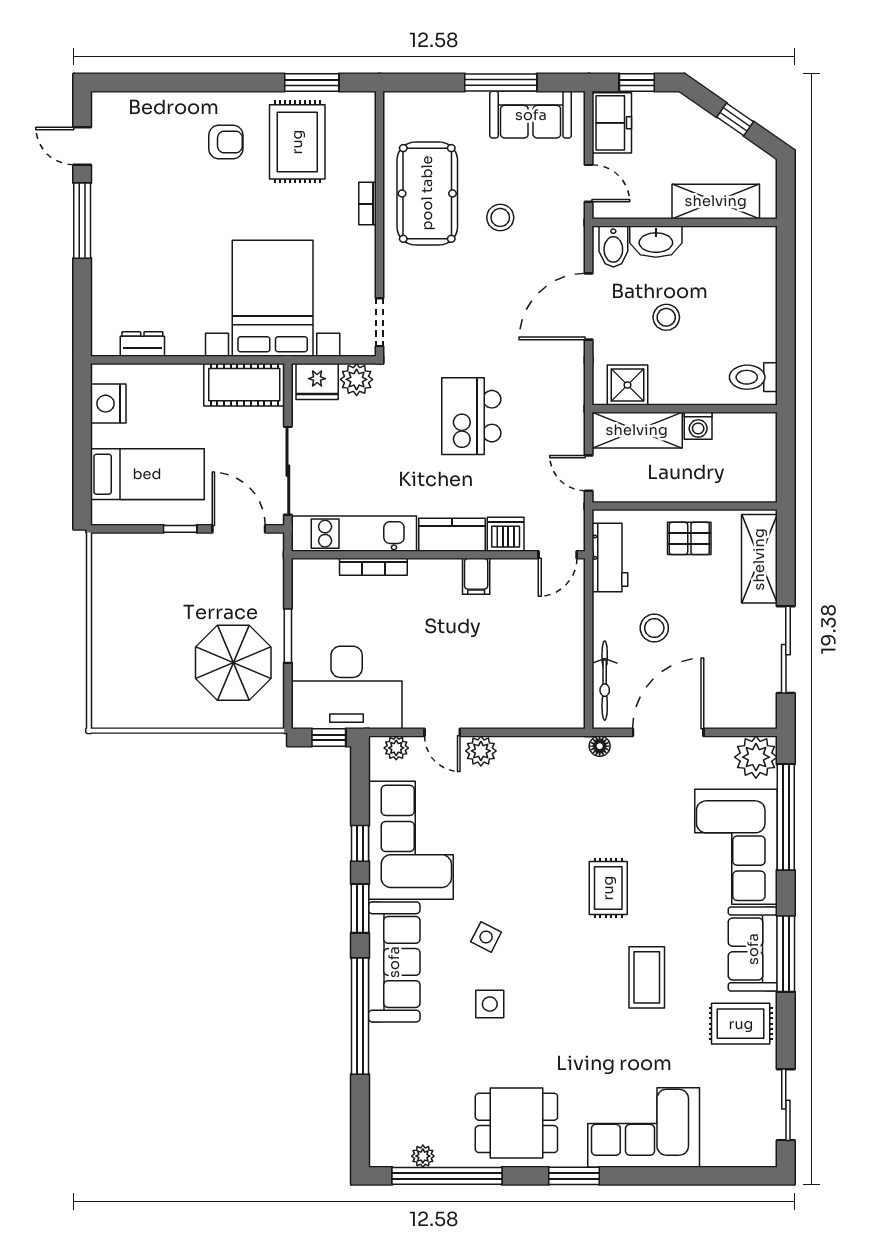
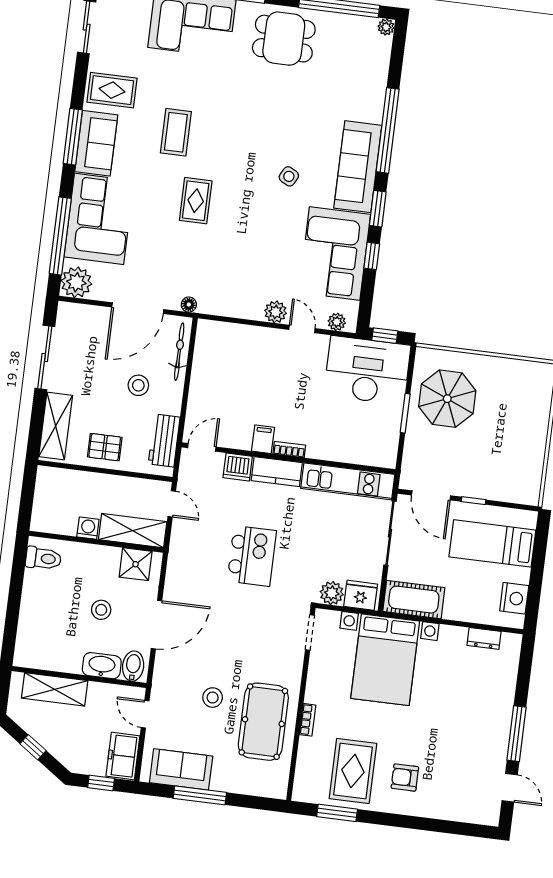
bookcase: (373, 567) -> (289, 450), moved, width x0.64
side table: (490, 1004) -> (292, 127), removed
plant: (423, 1156) -> (386, 27), moved

